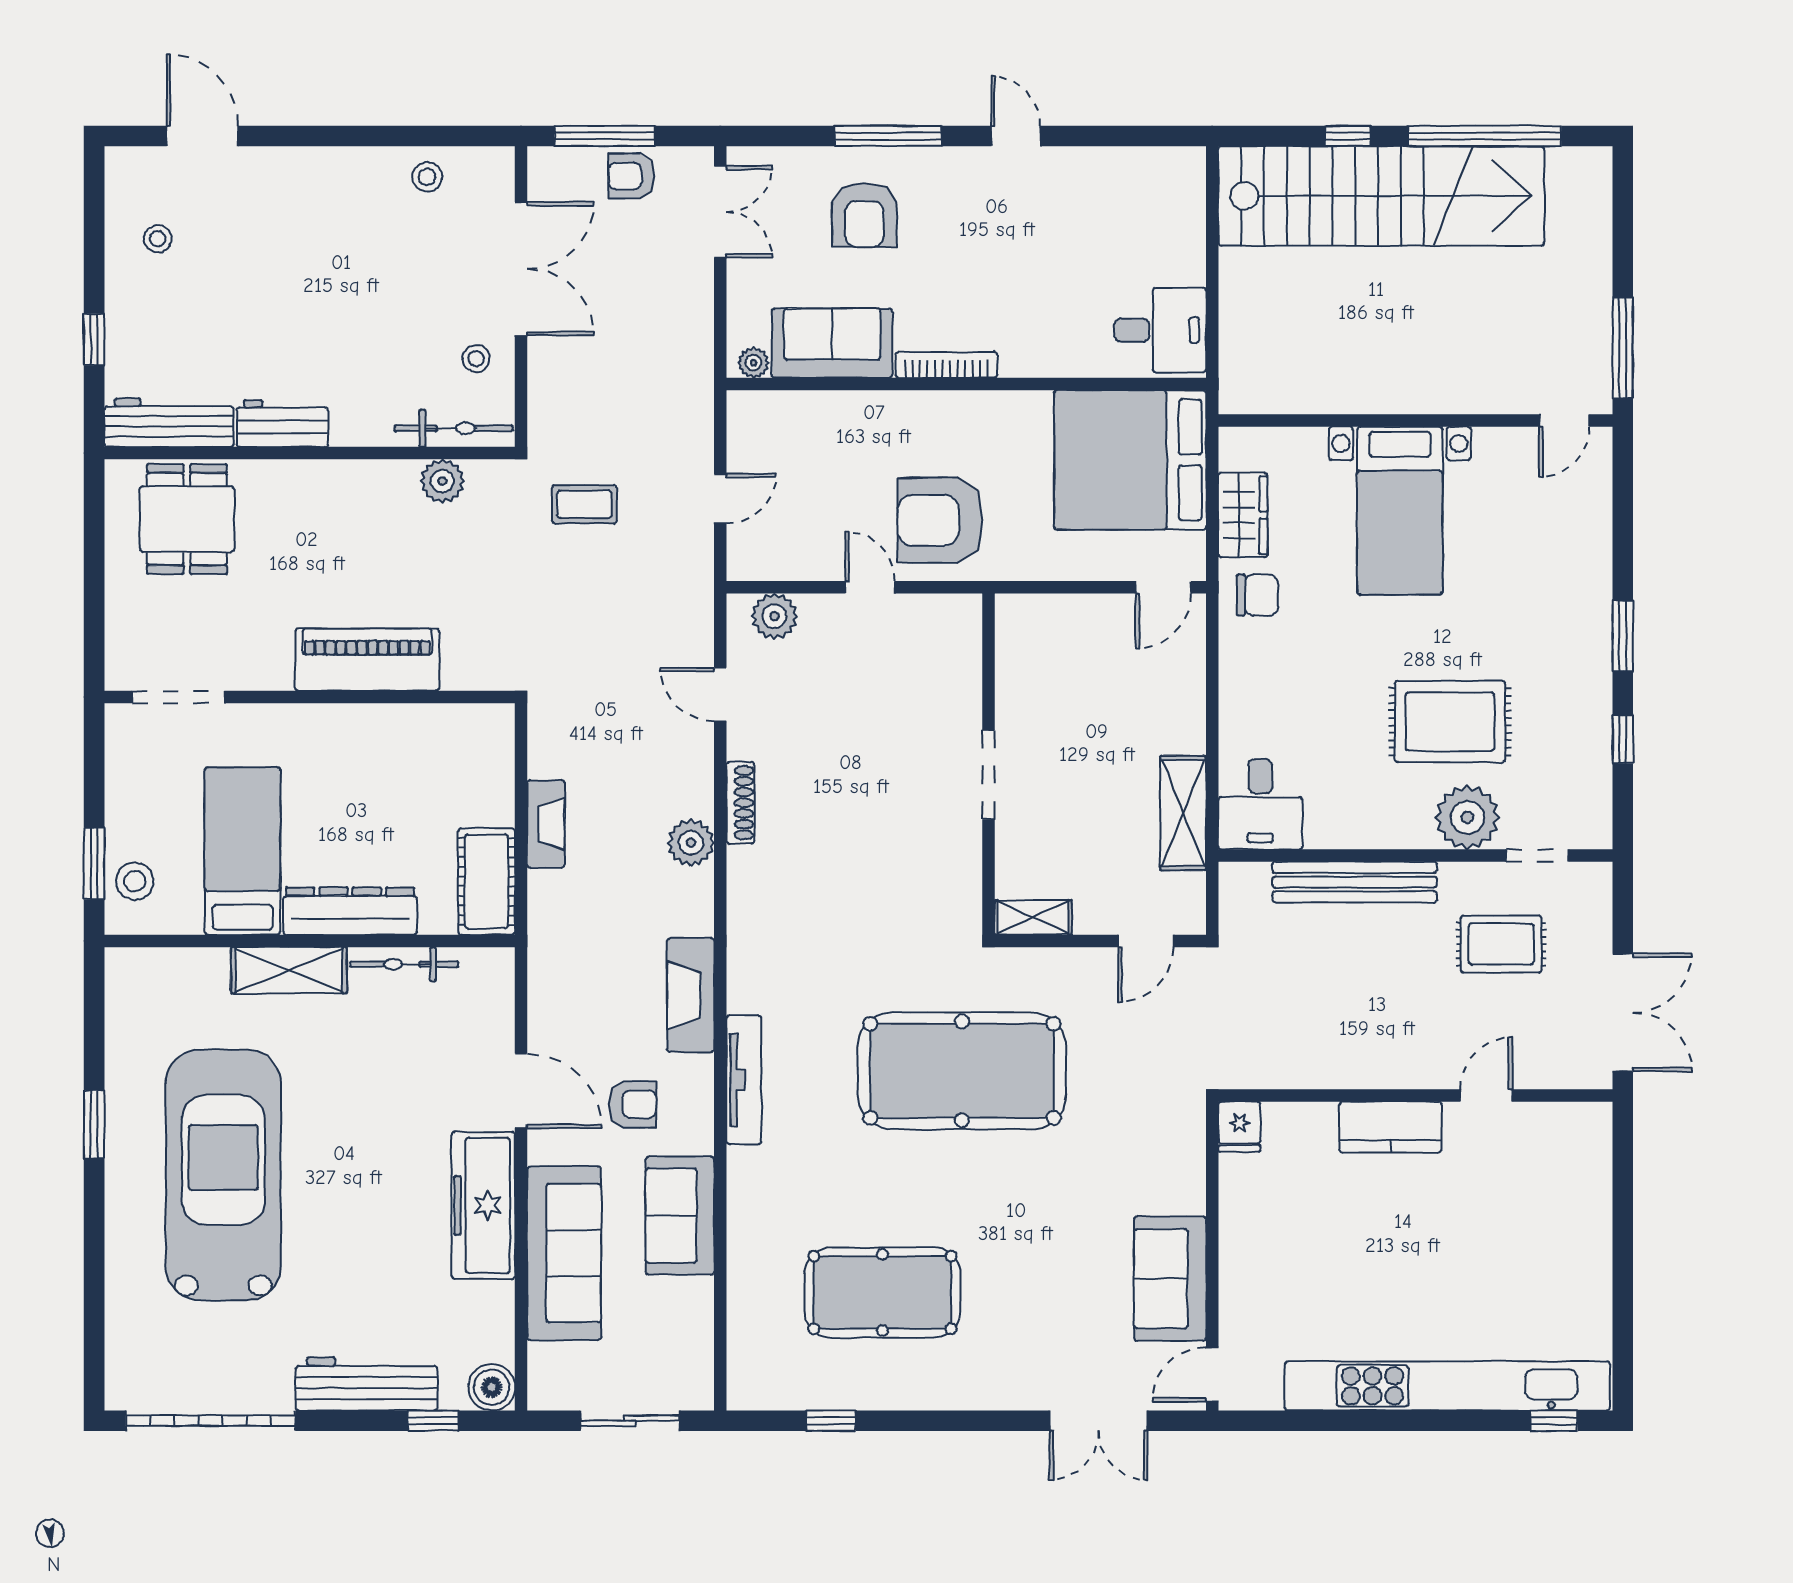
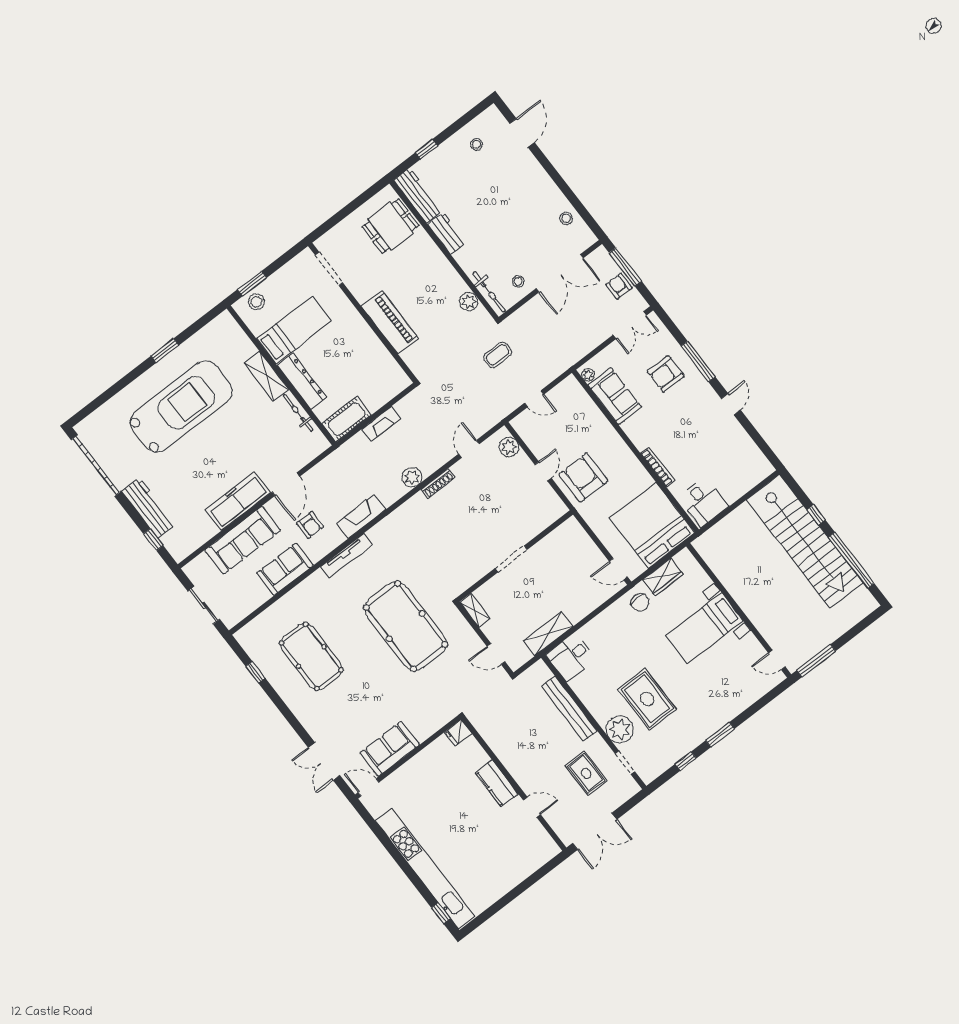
bookcase: (946, 365) -> (658, 467), moved
coffee table: (584, 504) -> (497, 355), turned 90
boiler: (492, 1387) -> (179, 551), removed

